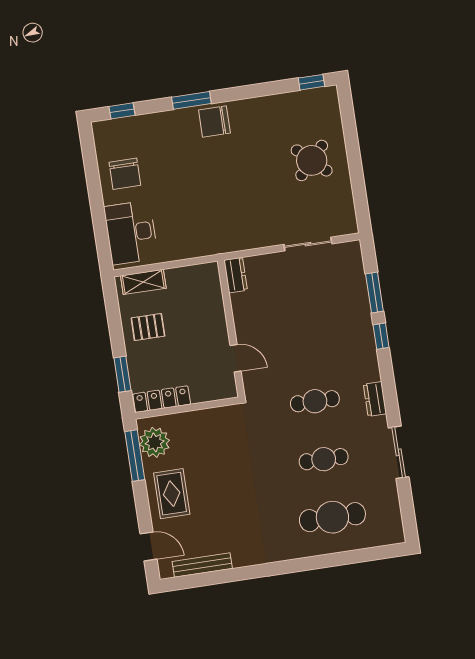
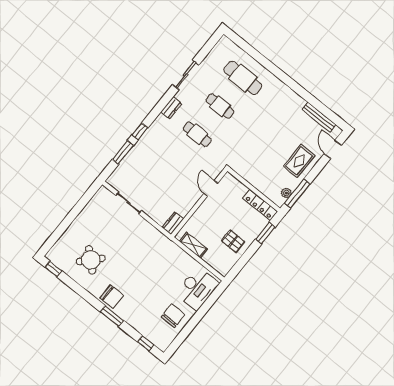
round table: (312, 160) -> (91, 260), moved
shelving: (143, 282) -> (193, 245), moved
plant: (155, 442) -> (286, 193), width x0.53, depth x0.53

